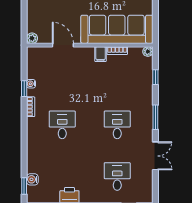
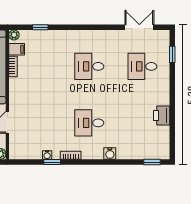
filing cabinet: (101, 54) -> (17, 49), moved
window: (155, 117) -> (81, 27), removed
double door: (155, 156) -> (139, 27), moved
water cooler: (32, 179) -> (110, 154), moved

